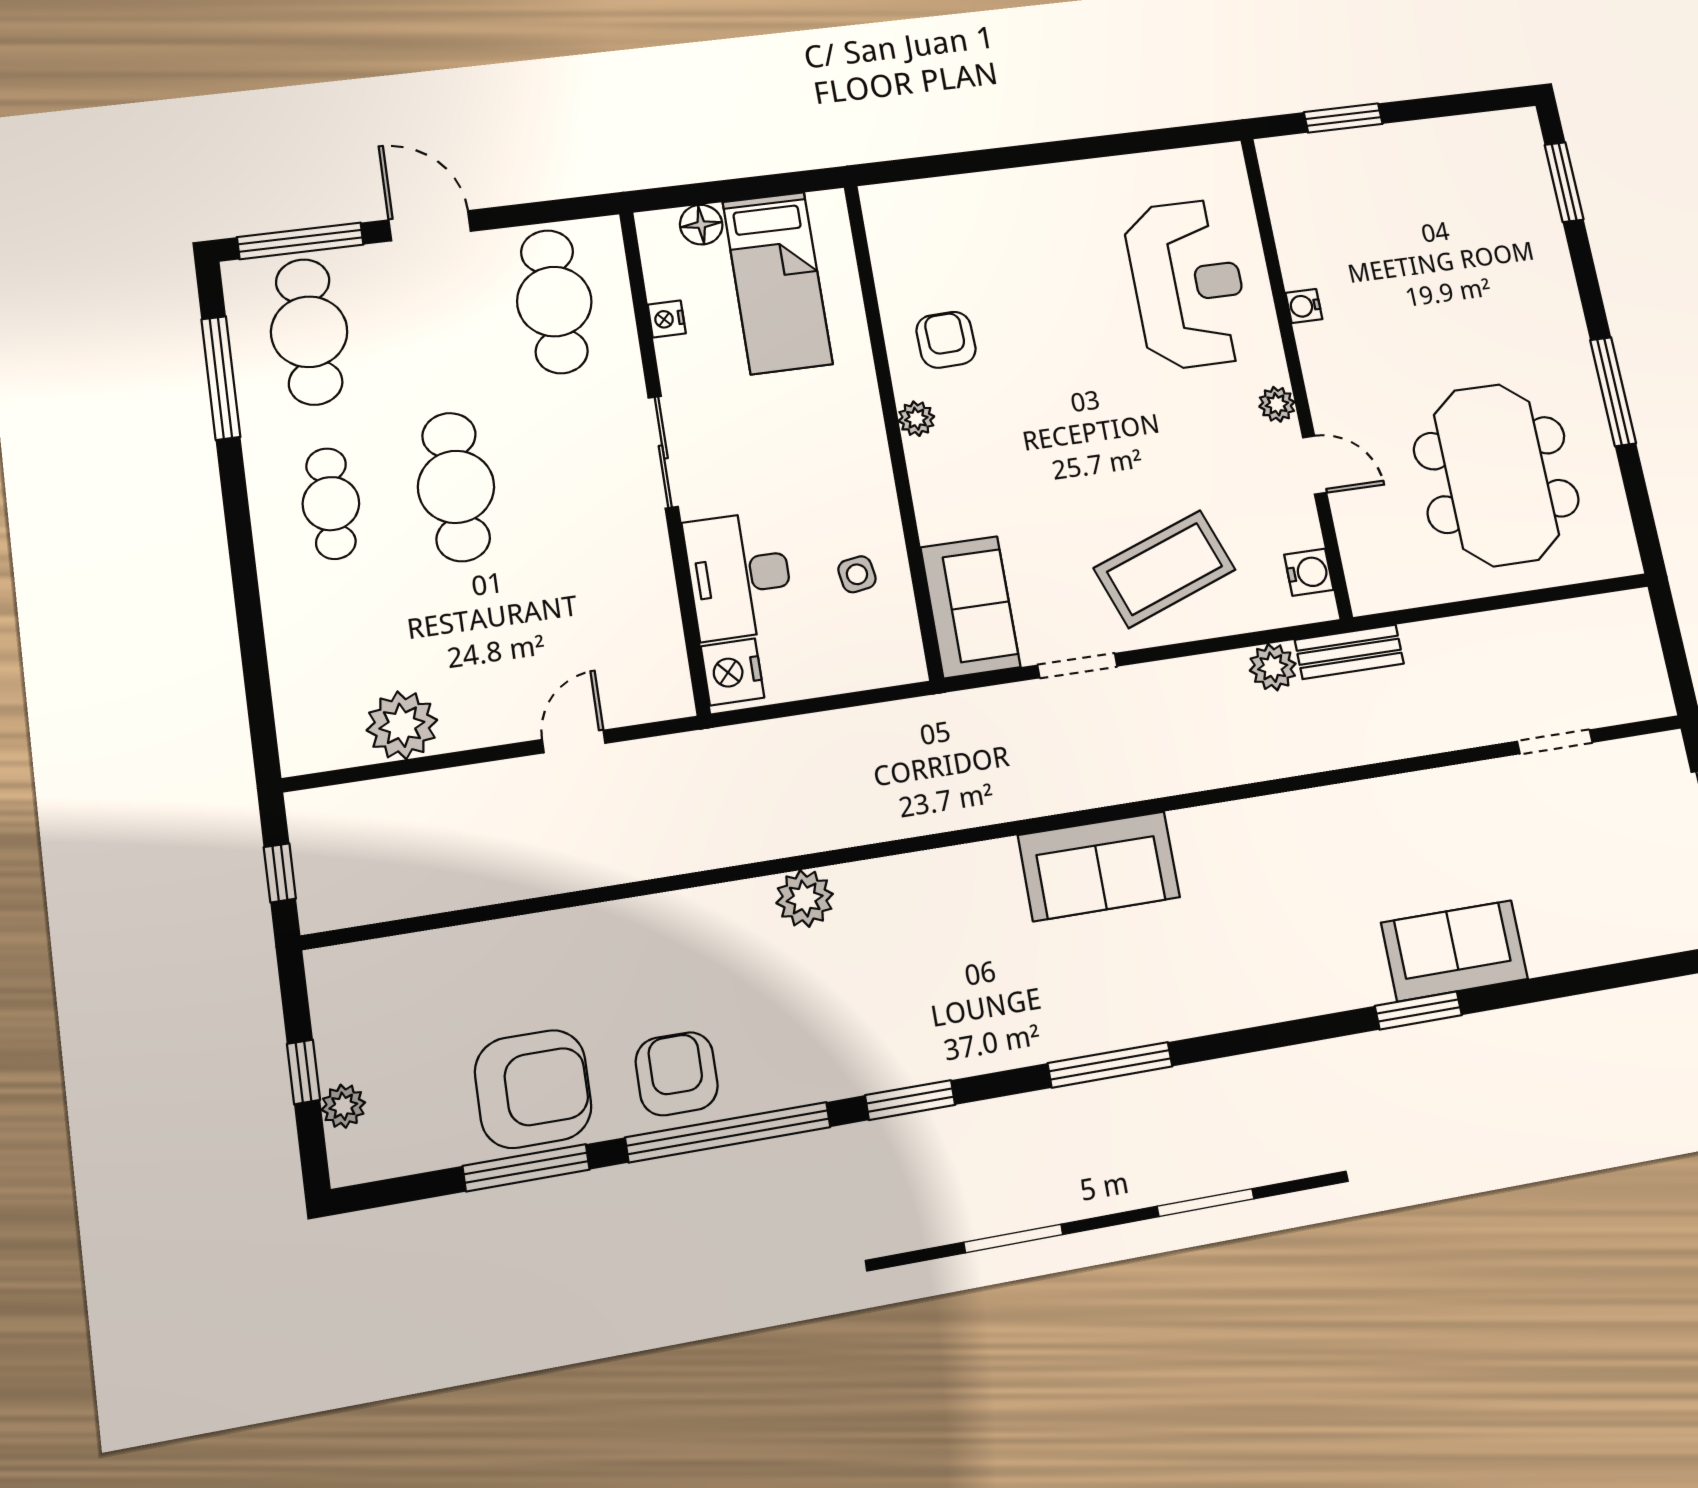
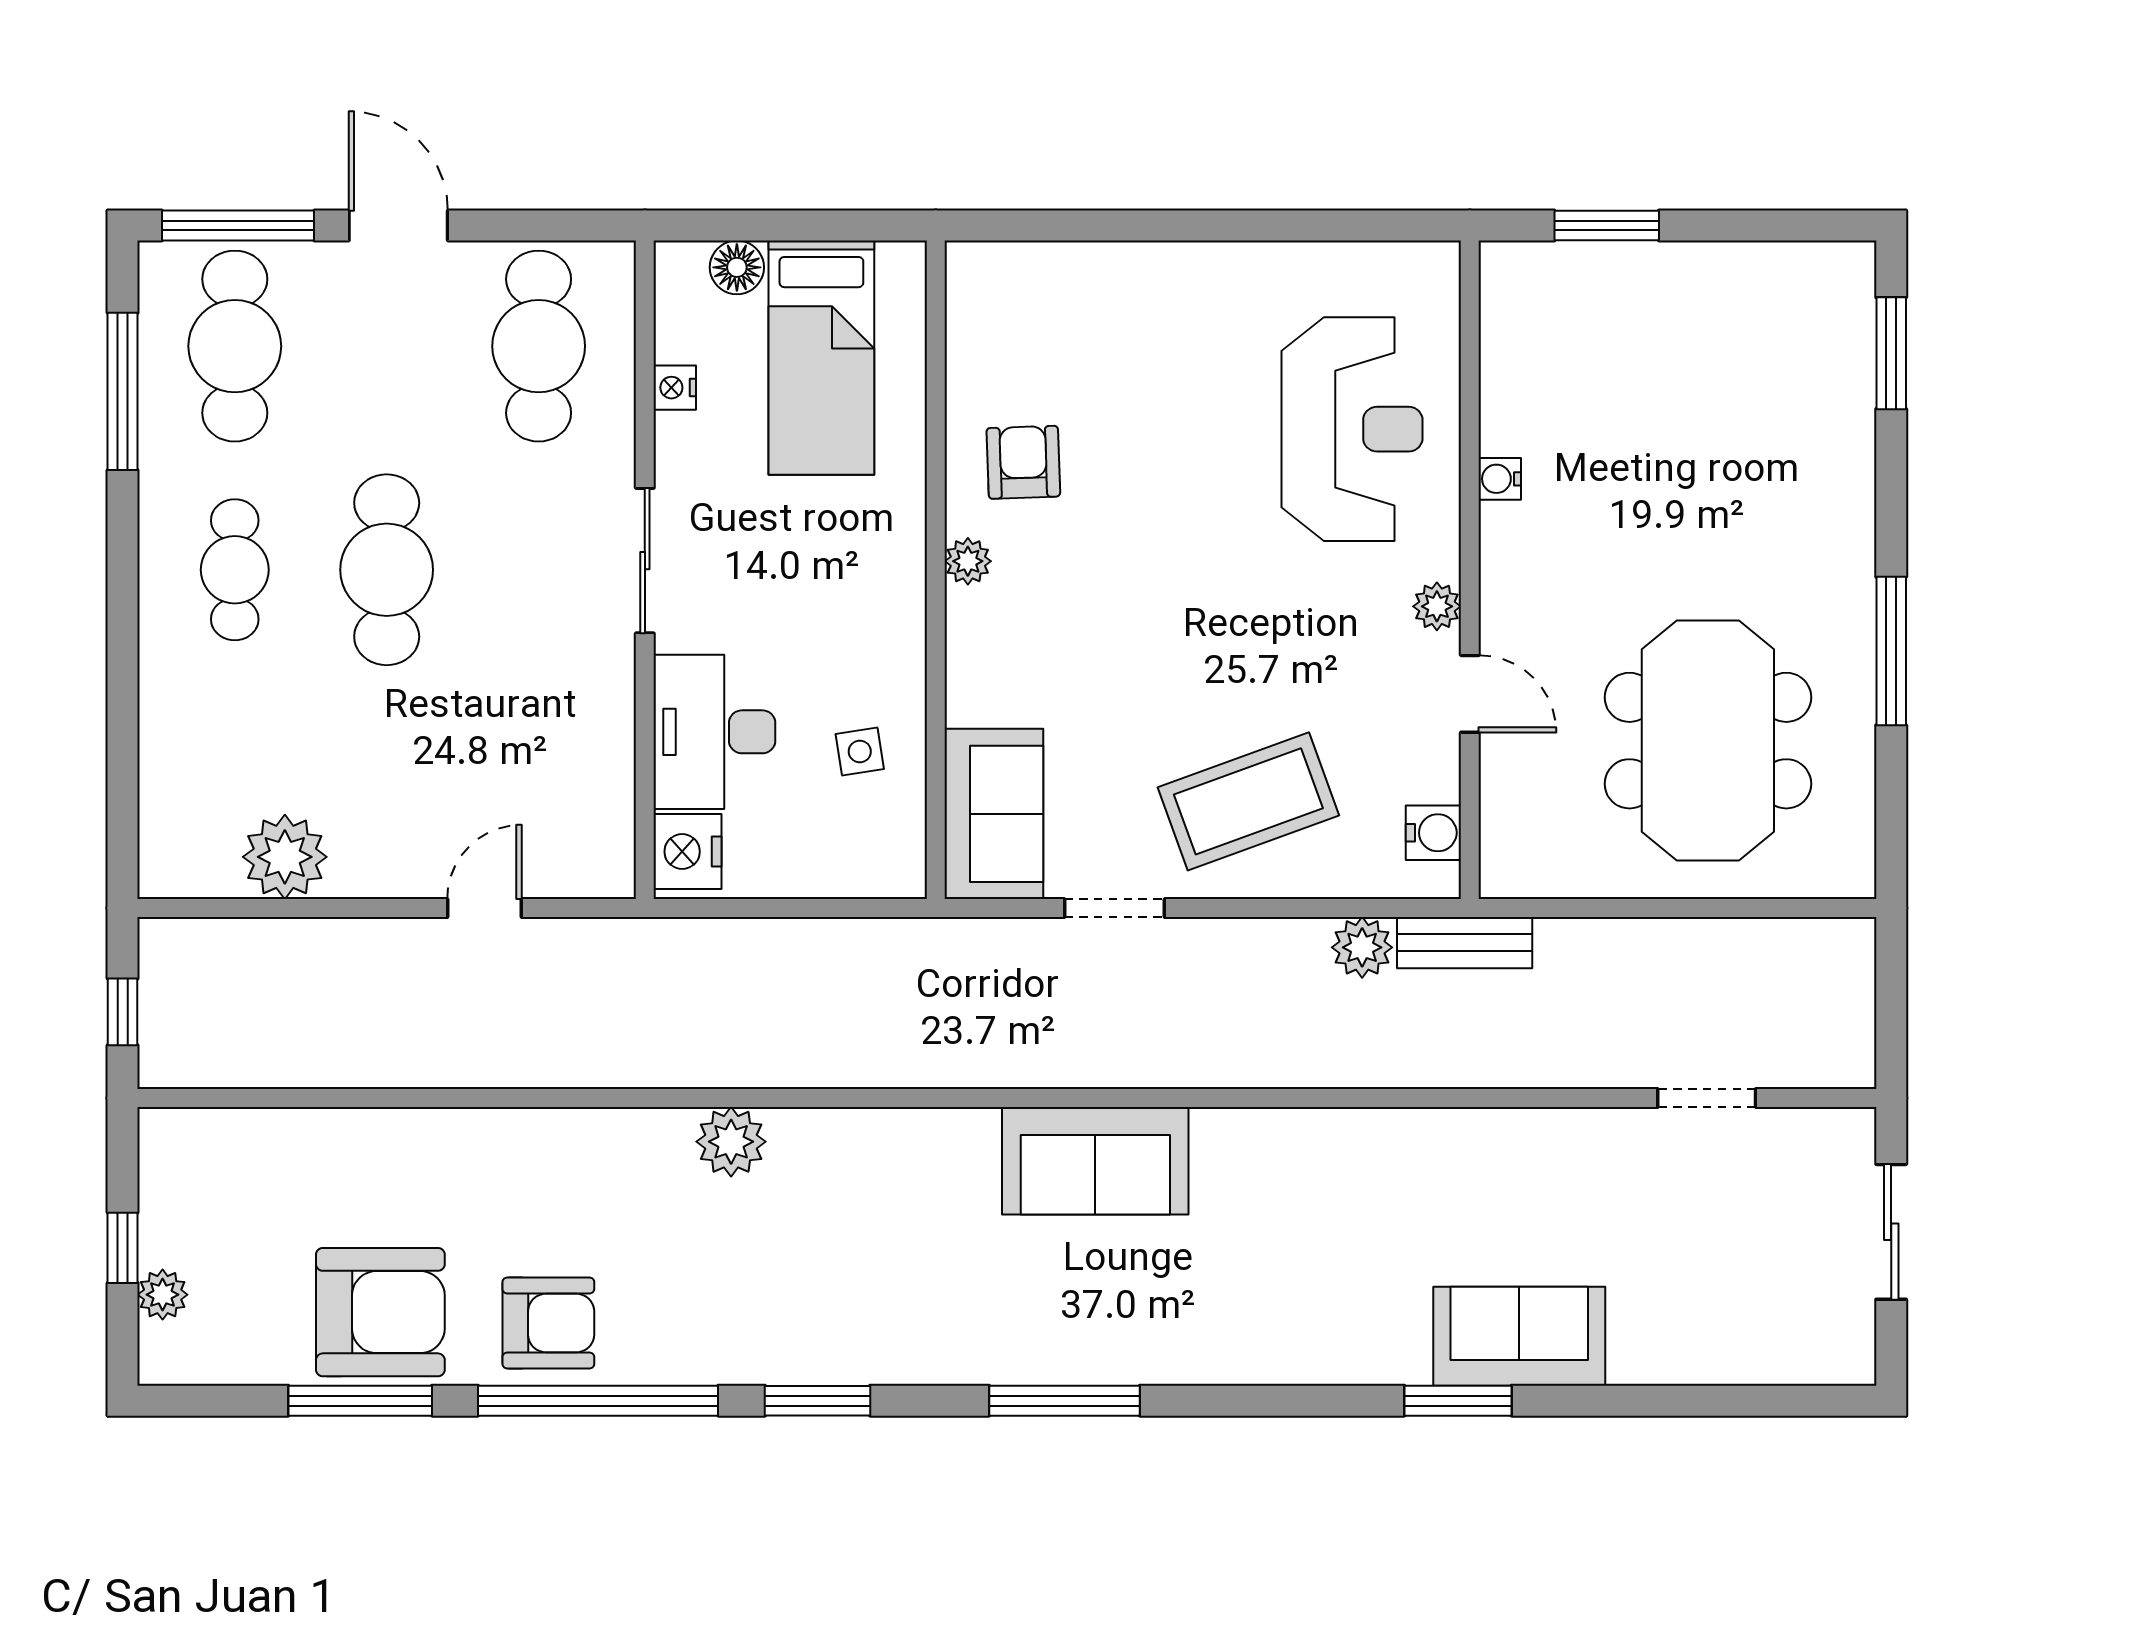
armchair: (677, 1074) -> (548, 1323), turned 90

